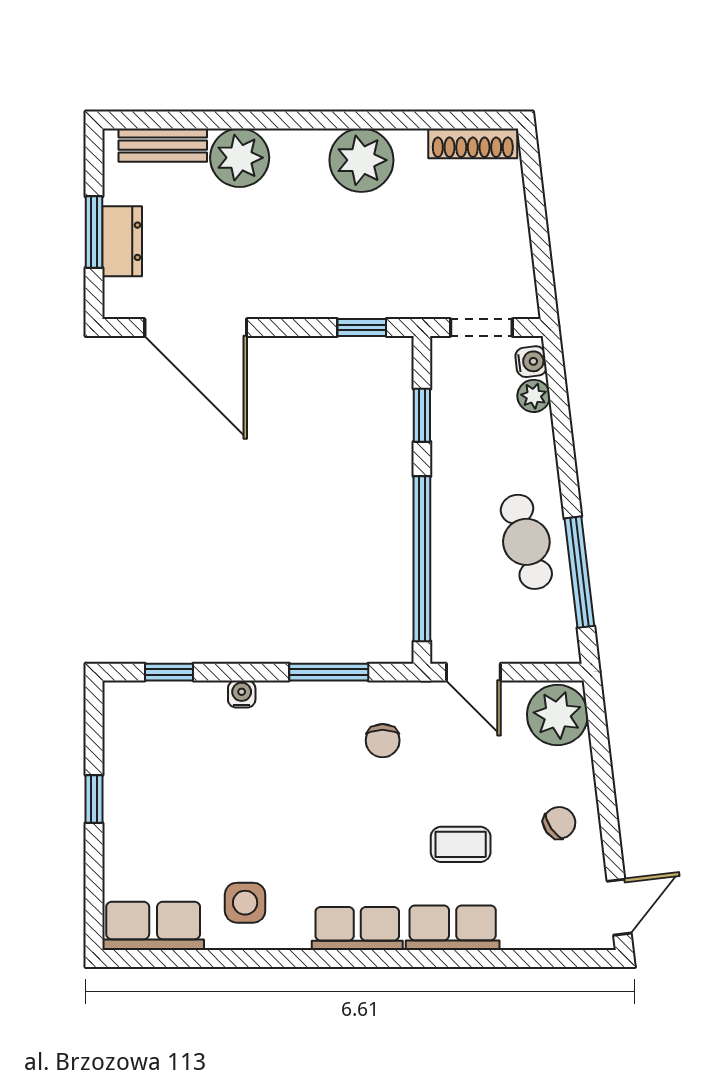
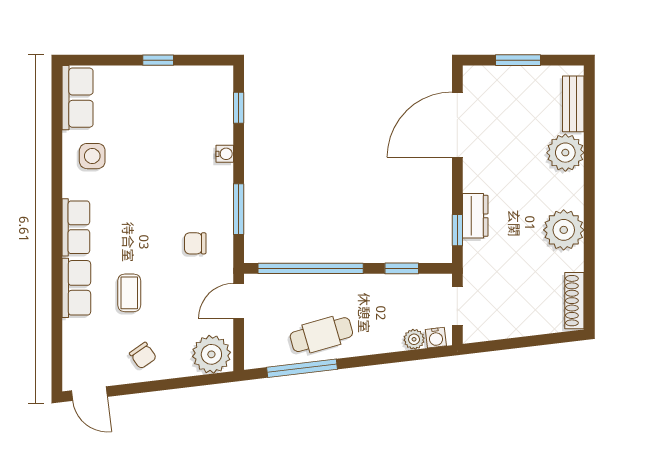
dresser: (122, 241) -> (475, 216), moved, turned -90

